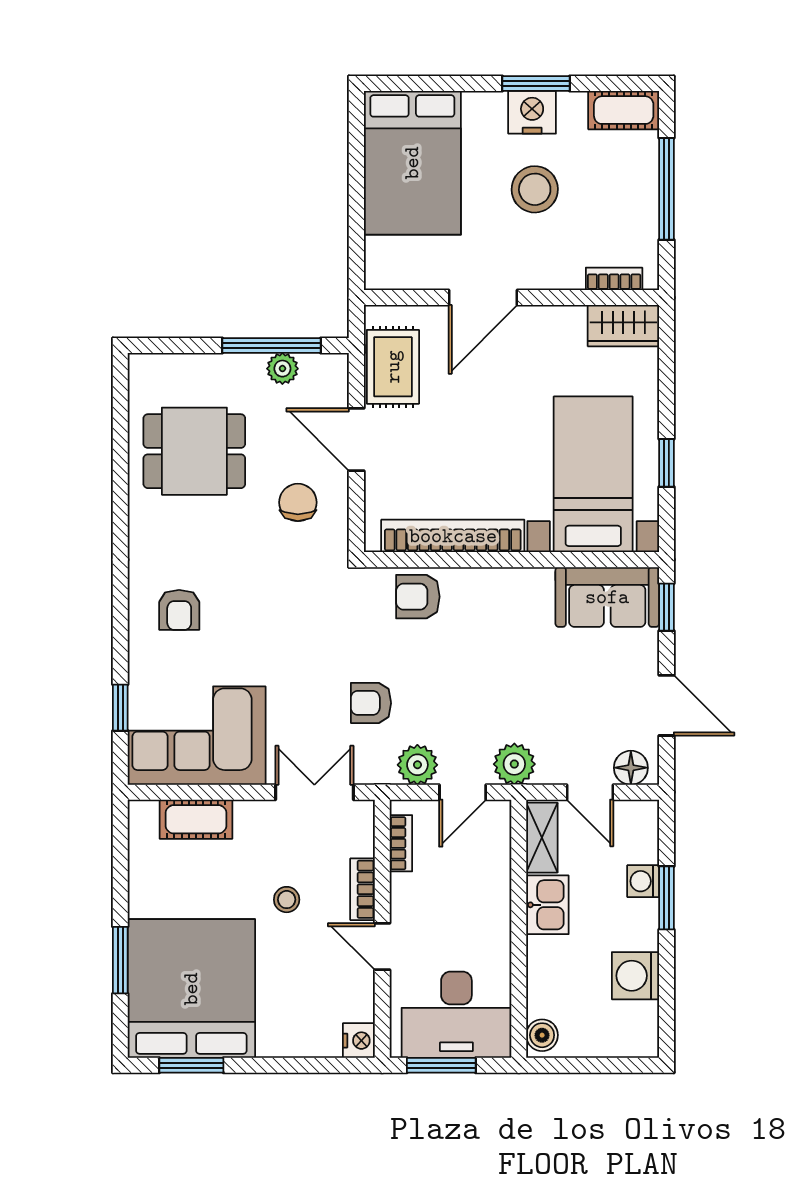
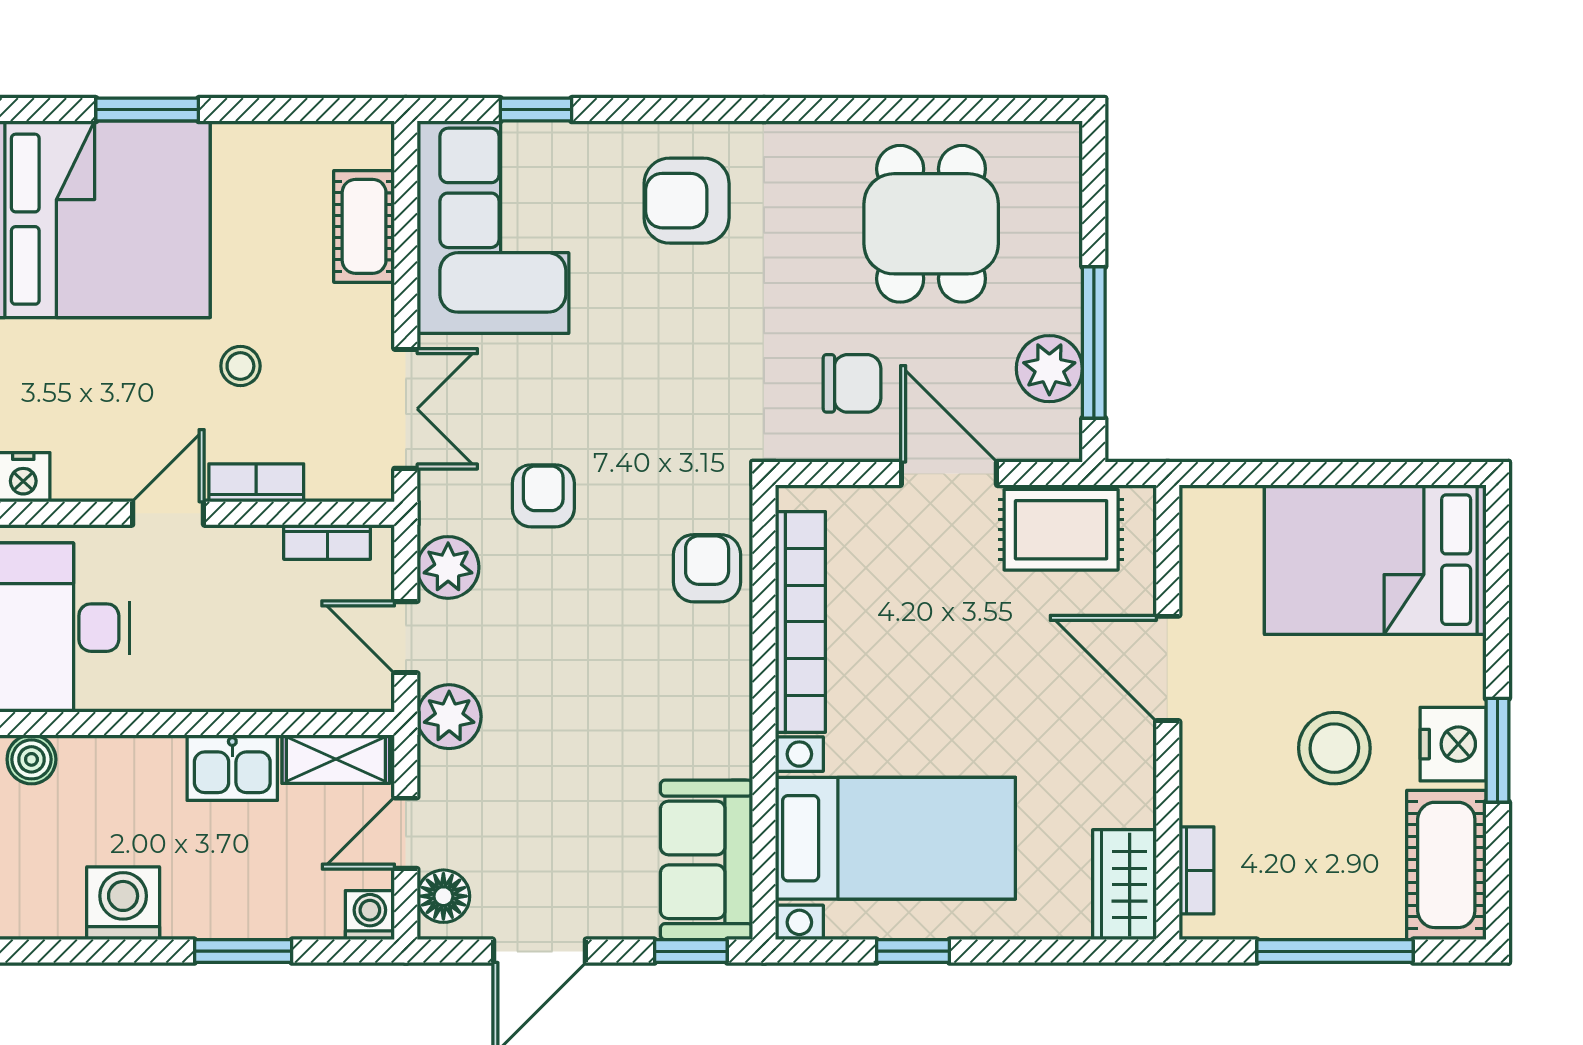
cot: (624, 110) -> (1446, 865), width x1.37, depth x1.34
plant: (282, 369) -> (1049, 369), width x1.38, depth x1.38
door: (356, 440) -> (949, 473), hinge flipped
armchair: (179, 610) -> (687, 201), width x1.38, depth x1.38
washing machine: (643, 881) -> (370, 915), moved

